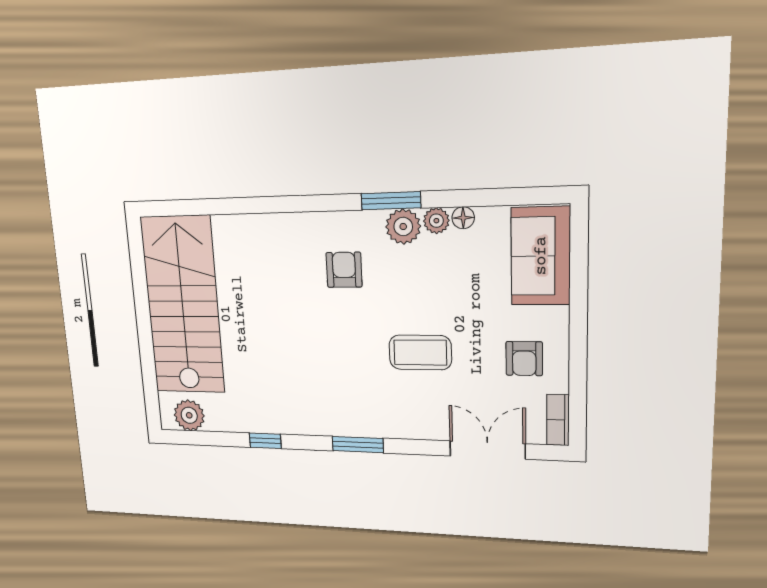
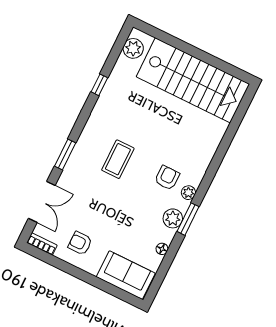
plant: (436, 221) -> (188, 193), moved
armchair: (344, 270) -> (167, 178), turned -90
coffee table: (420, 352) -> (118, 159), moved
window: (358, 445) -> (65, 155), moved

